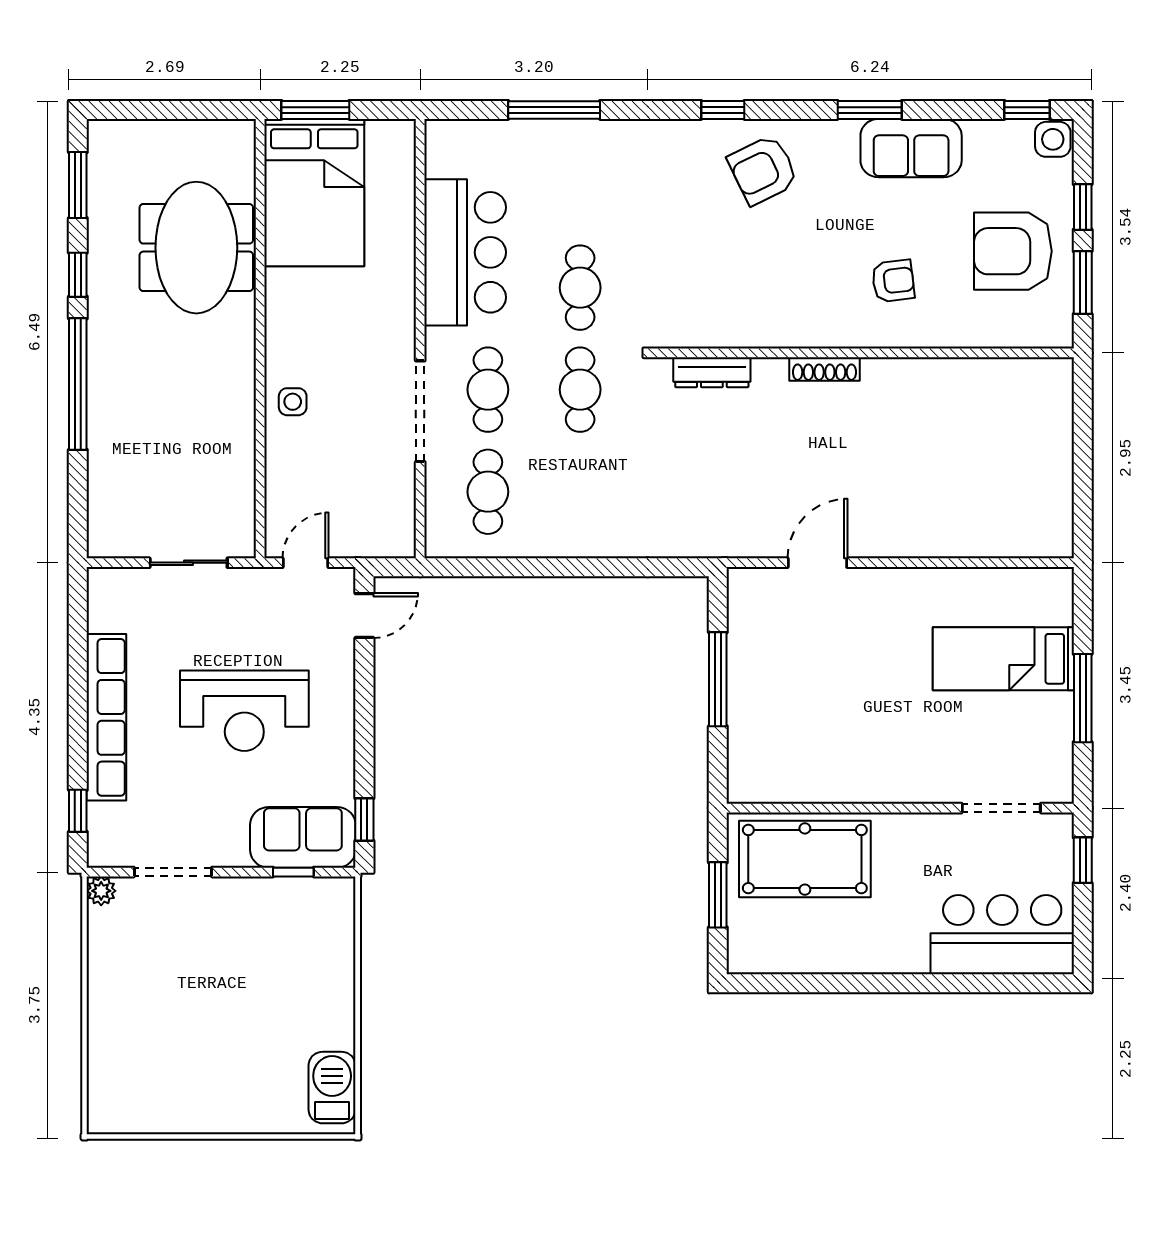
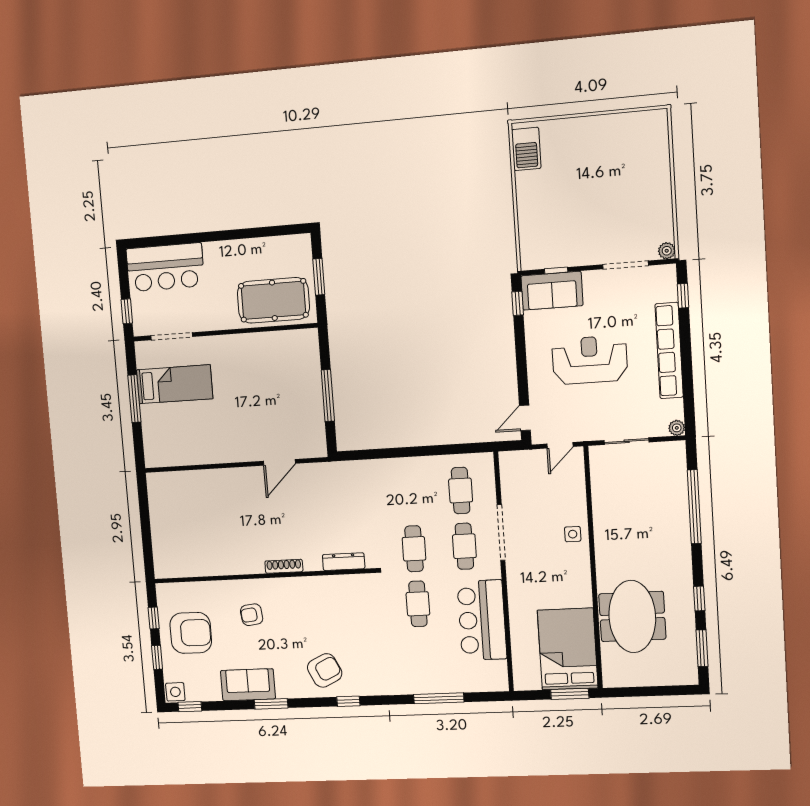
window: (1083, 283) -> (154, 618), width x0.67
window: (78, 384) -> (694, 507), moved
plant: (101, 581) -> (677, 428), added
bed: (1003, 659) -> (175, 384), moved

